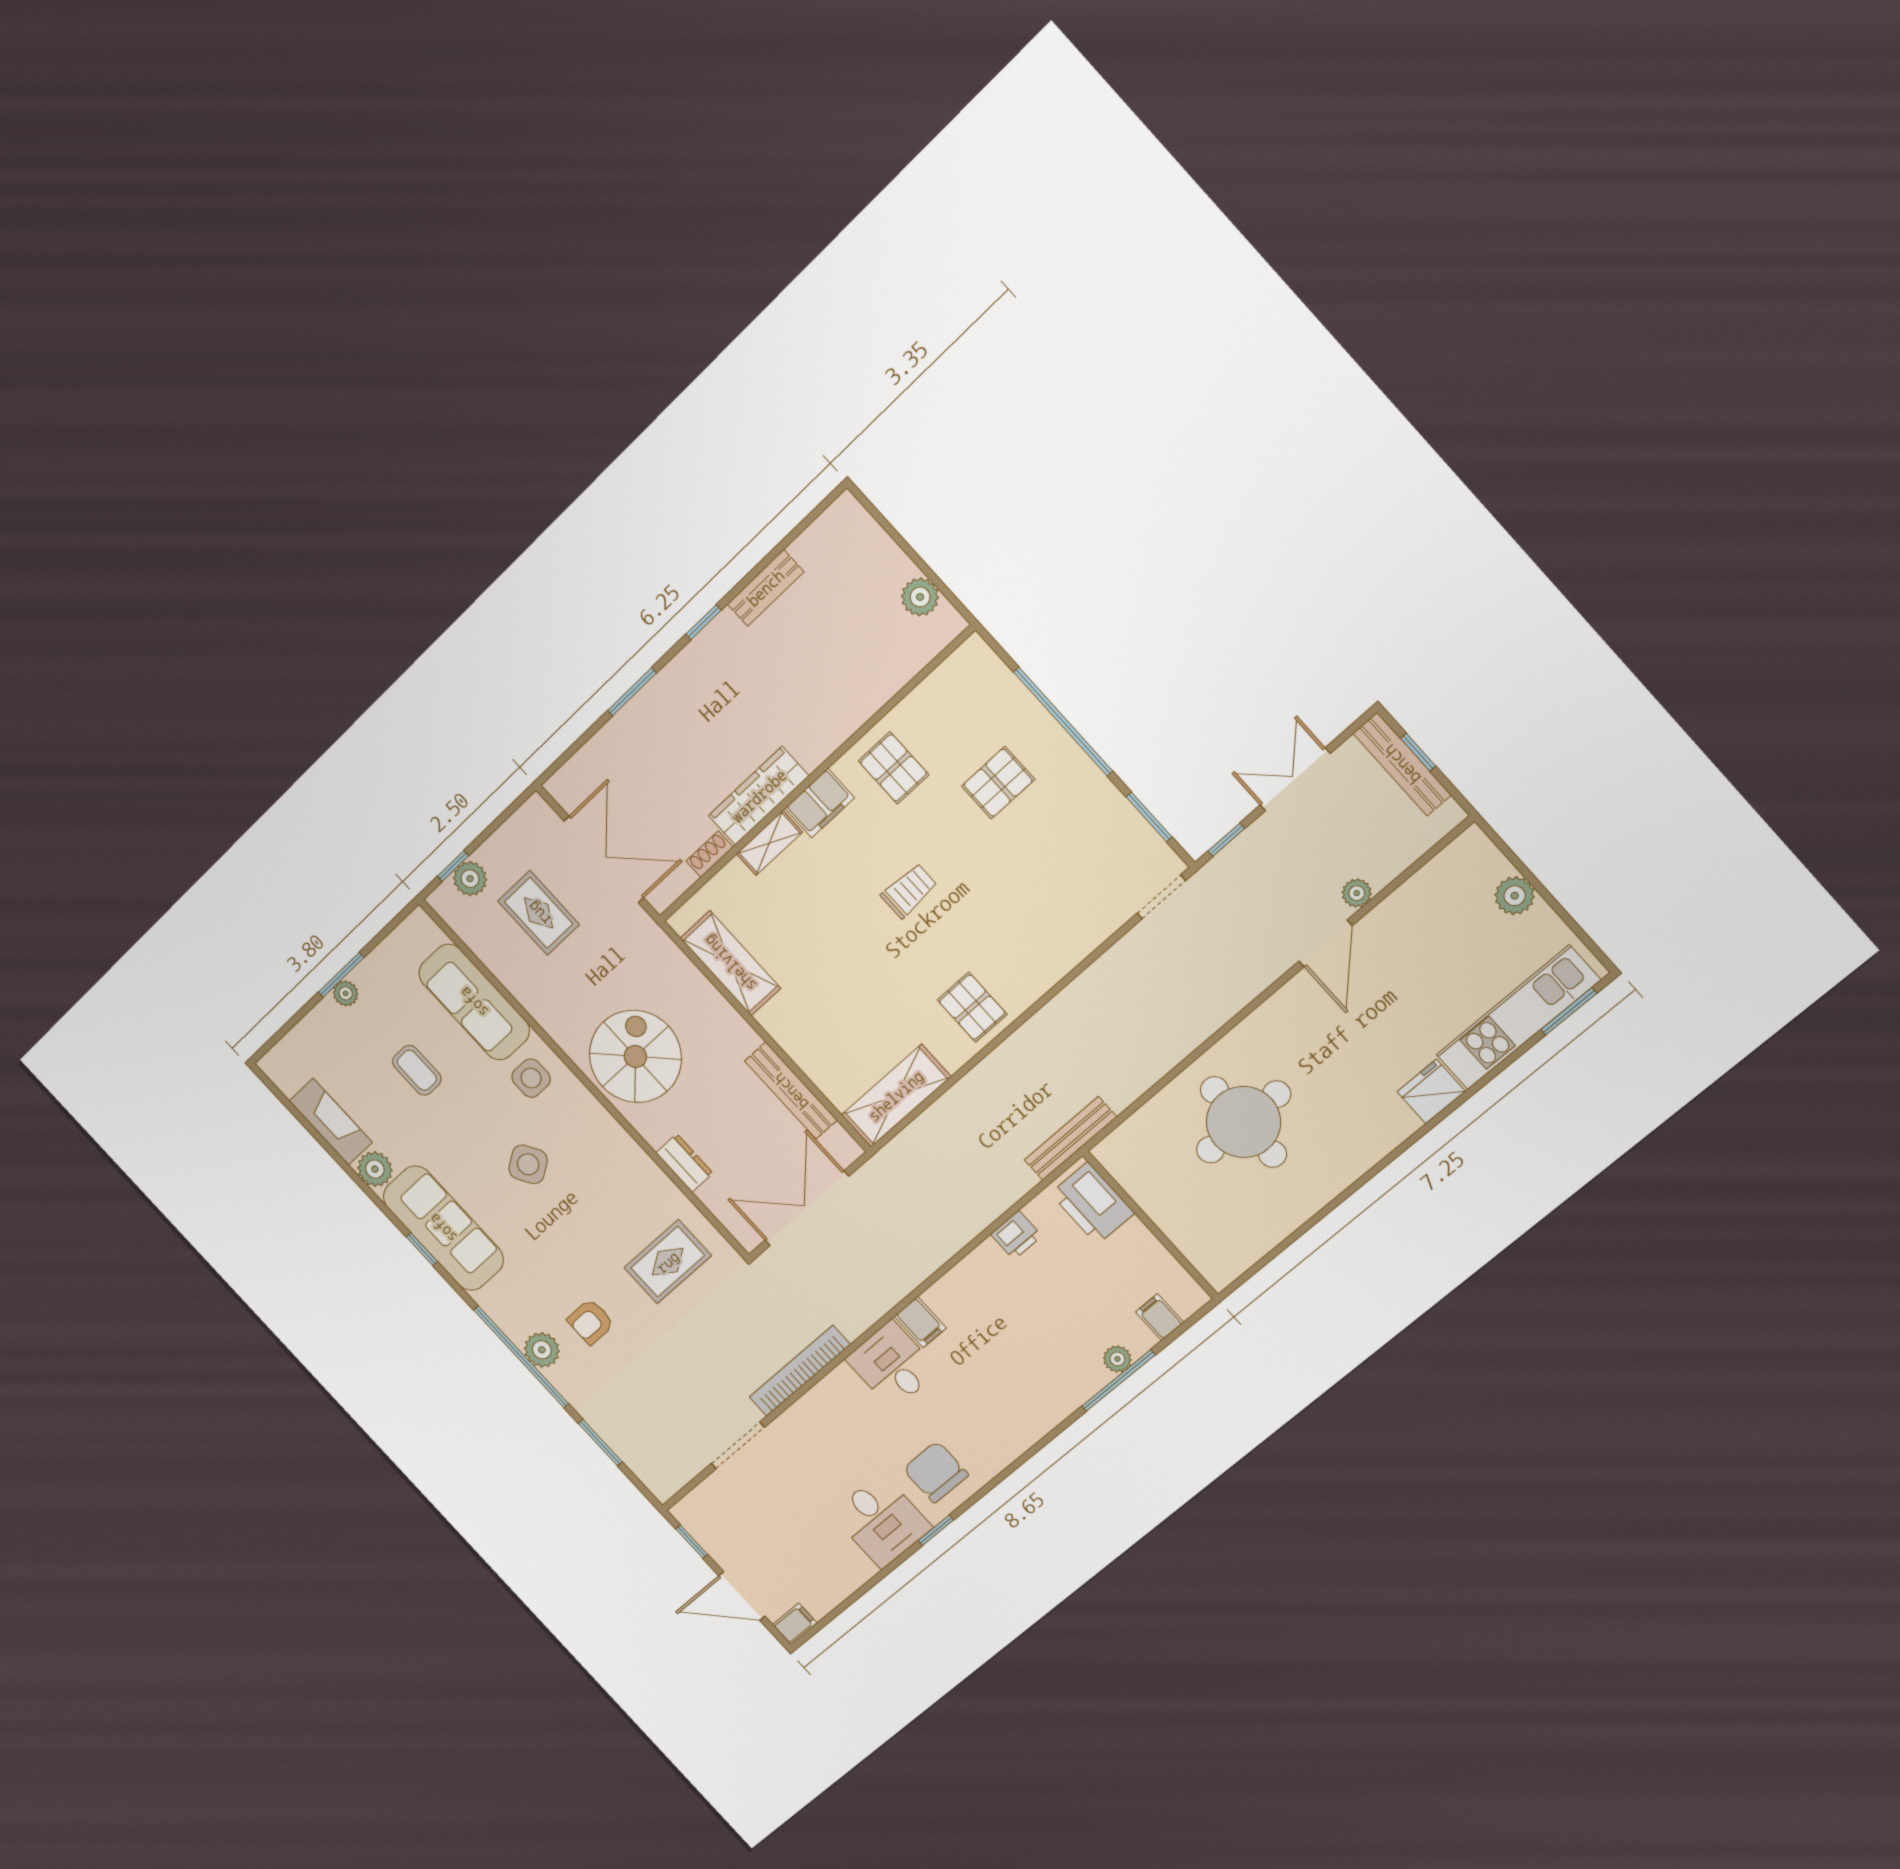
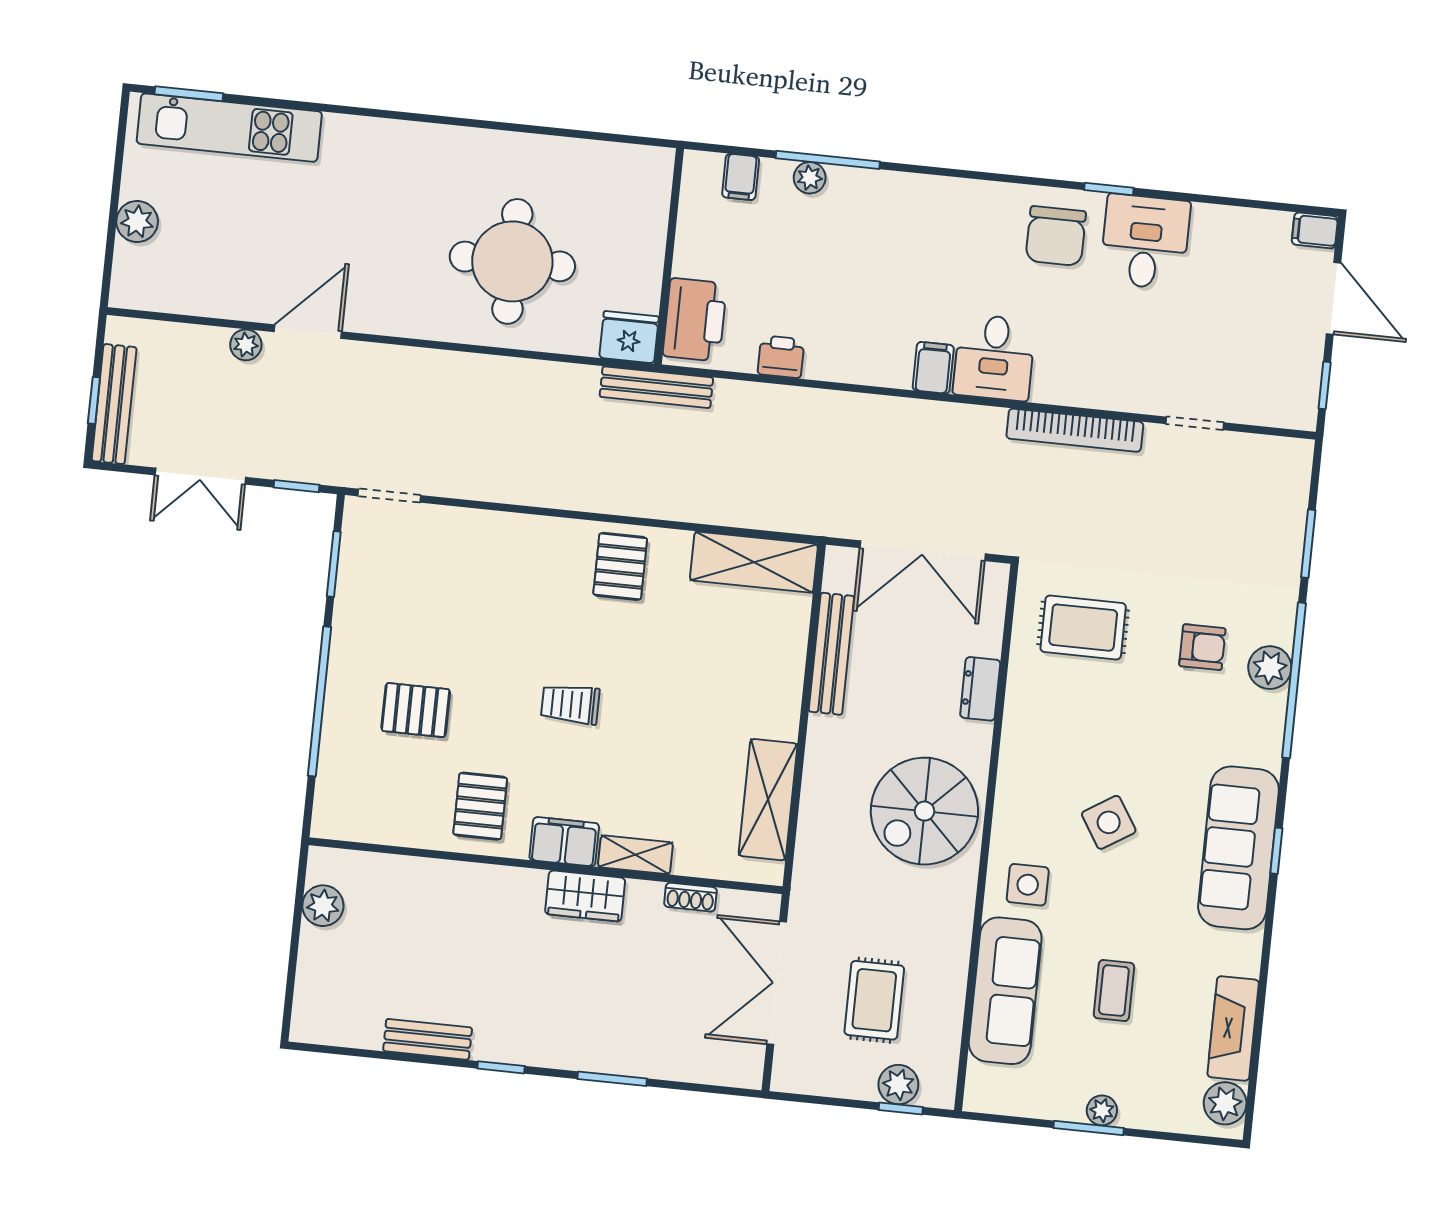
wardrobe: (759, 796) -> (585, 896), width x0.67
fridge: (1431, 1092) -> (629, 337), moved, turned 180
plant: (375, 1169) -> (1225, 1103), moved
doorway: (738, 1445) -> (1195, 423), width x0.73

